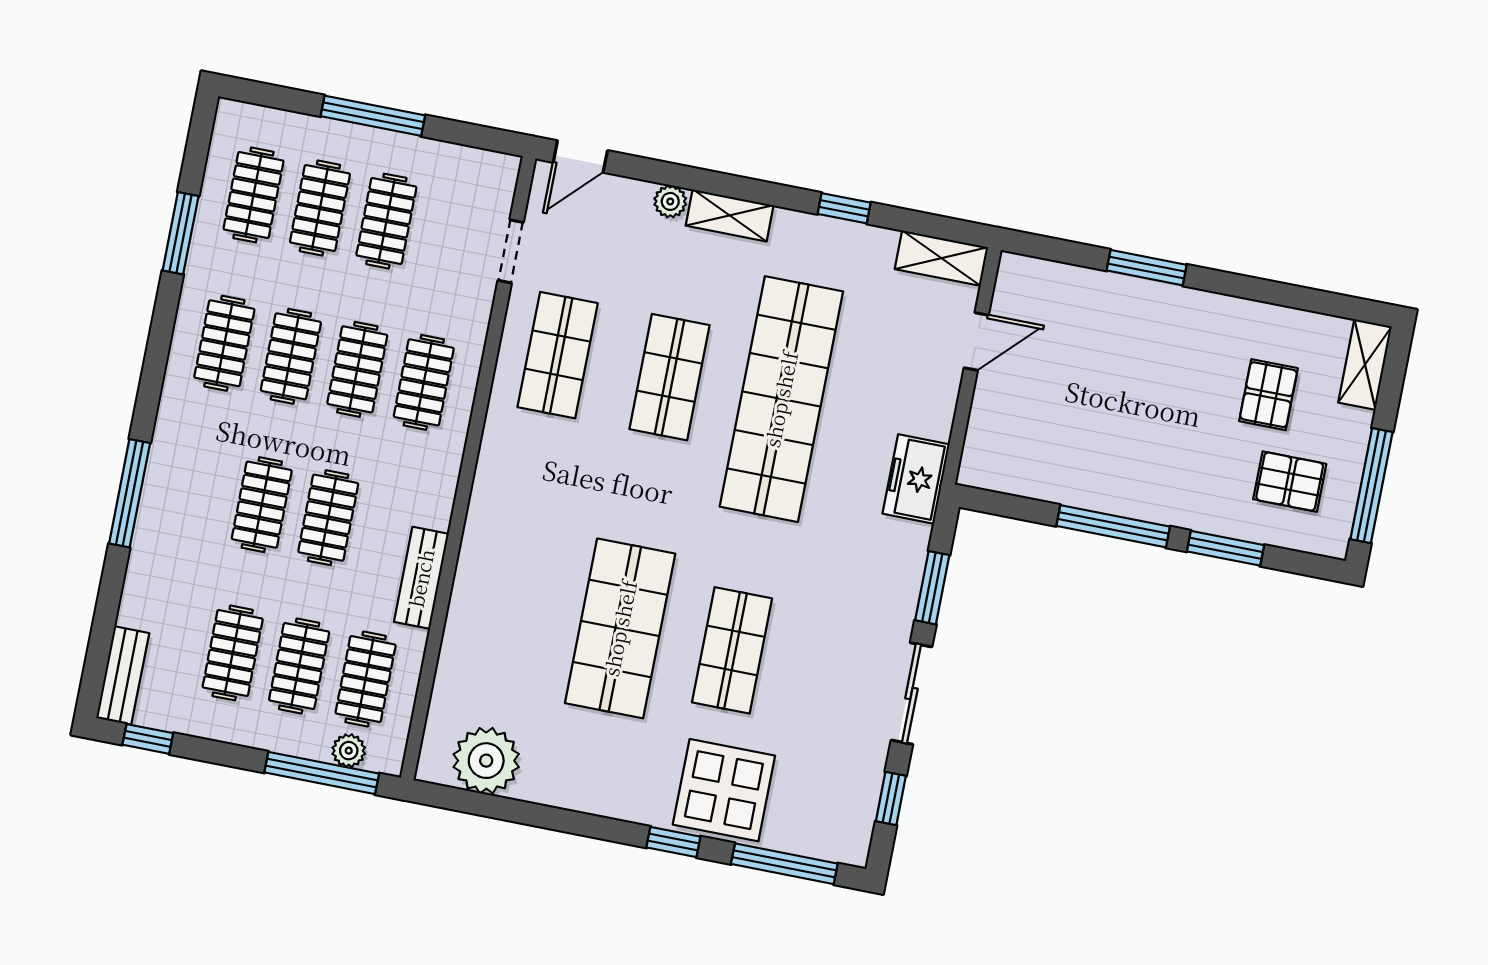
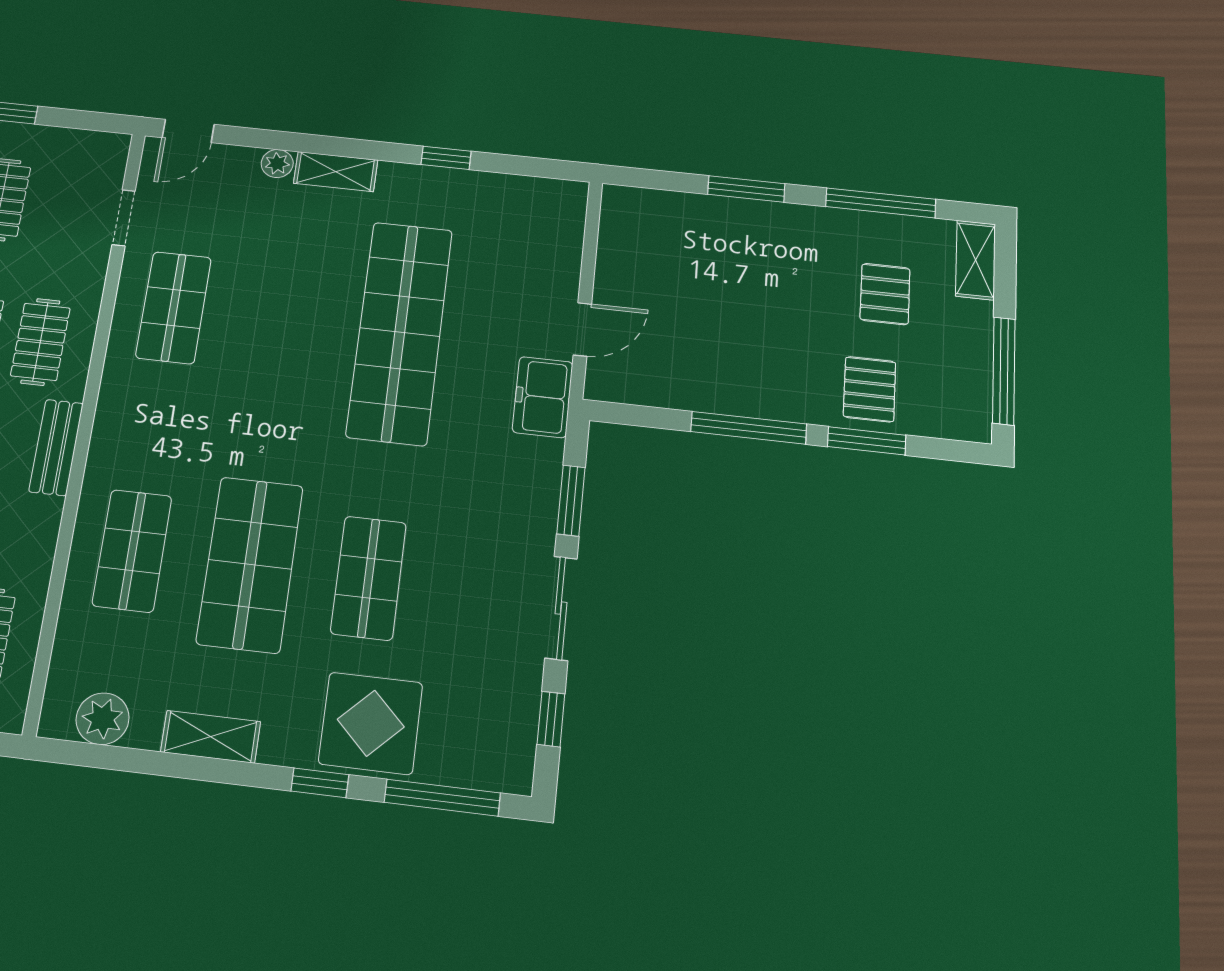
shelving: (941, 258) -> (211, 737), moved
window: (1280, 294) -> (881, 203), added
door: (976, 342) -> (582, 329), moved
shop shelf: (670, 377) -> (132, 551), moved
pallet: (1290, 482) -> (870, 389), moved, turned 90
bench: (421, 578) -> (56, 447), moved
plant: (486, 761) -> (103, 719), width x0.73, depth x0.73

